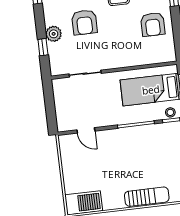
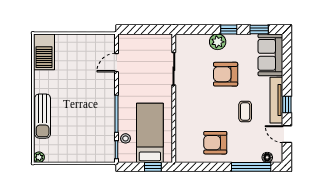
window: (43, 47) -> (229, 29), moved
stool: (170, 112) -> (126, 138), moved

